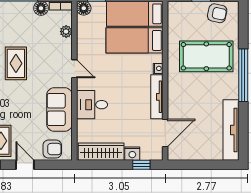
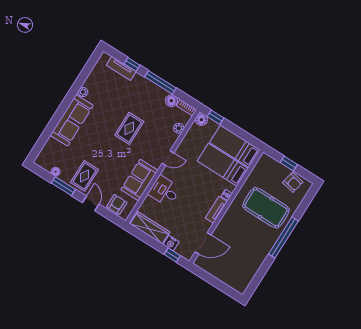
door: (74, 69) -> (168, 158), hinge flipped
tv unit: (157, 97) -> (216, 210), width x0.71
tv unit: (231, 130) -> (251, 270), removed
armchair: (52, 149) -> (117, 204), turned -90

